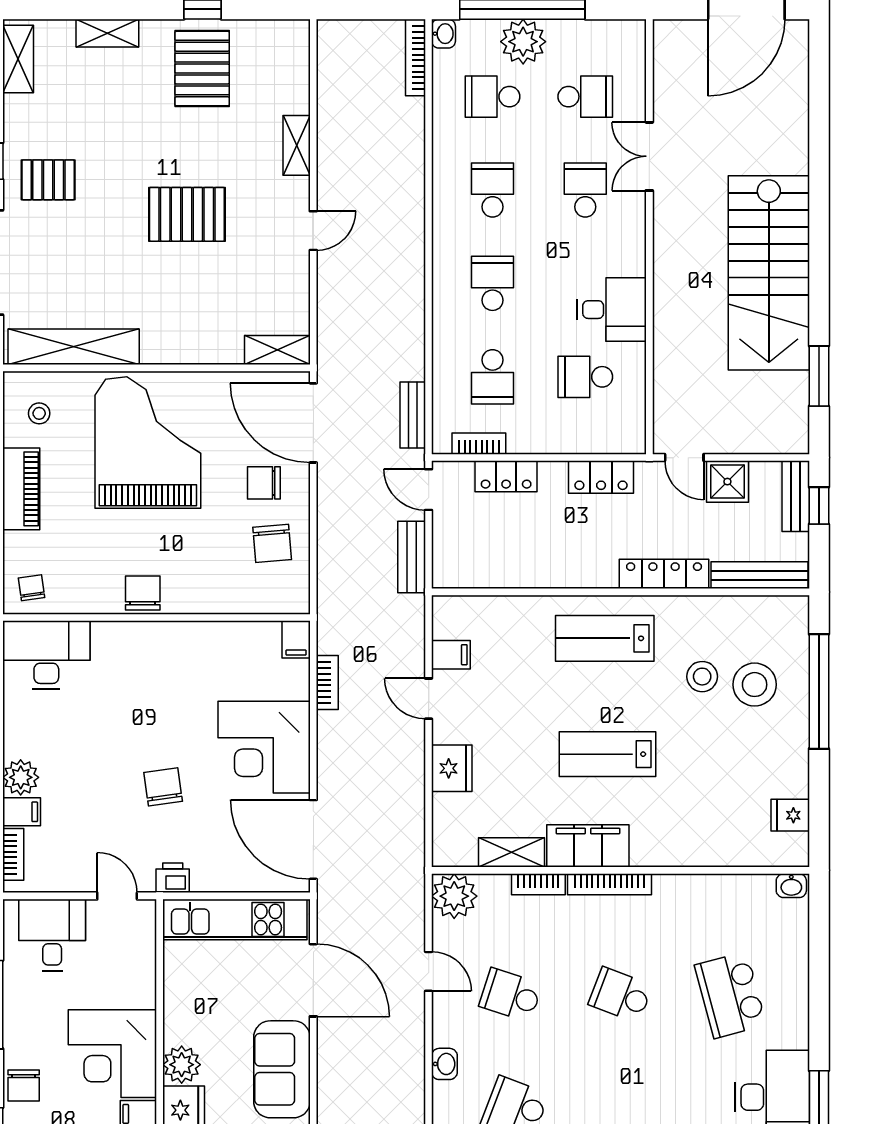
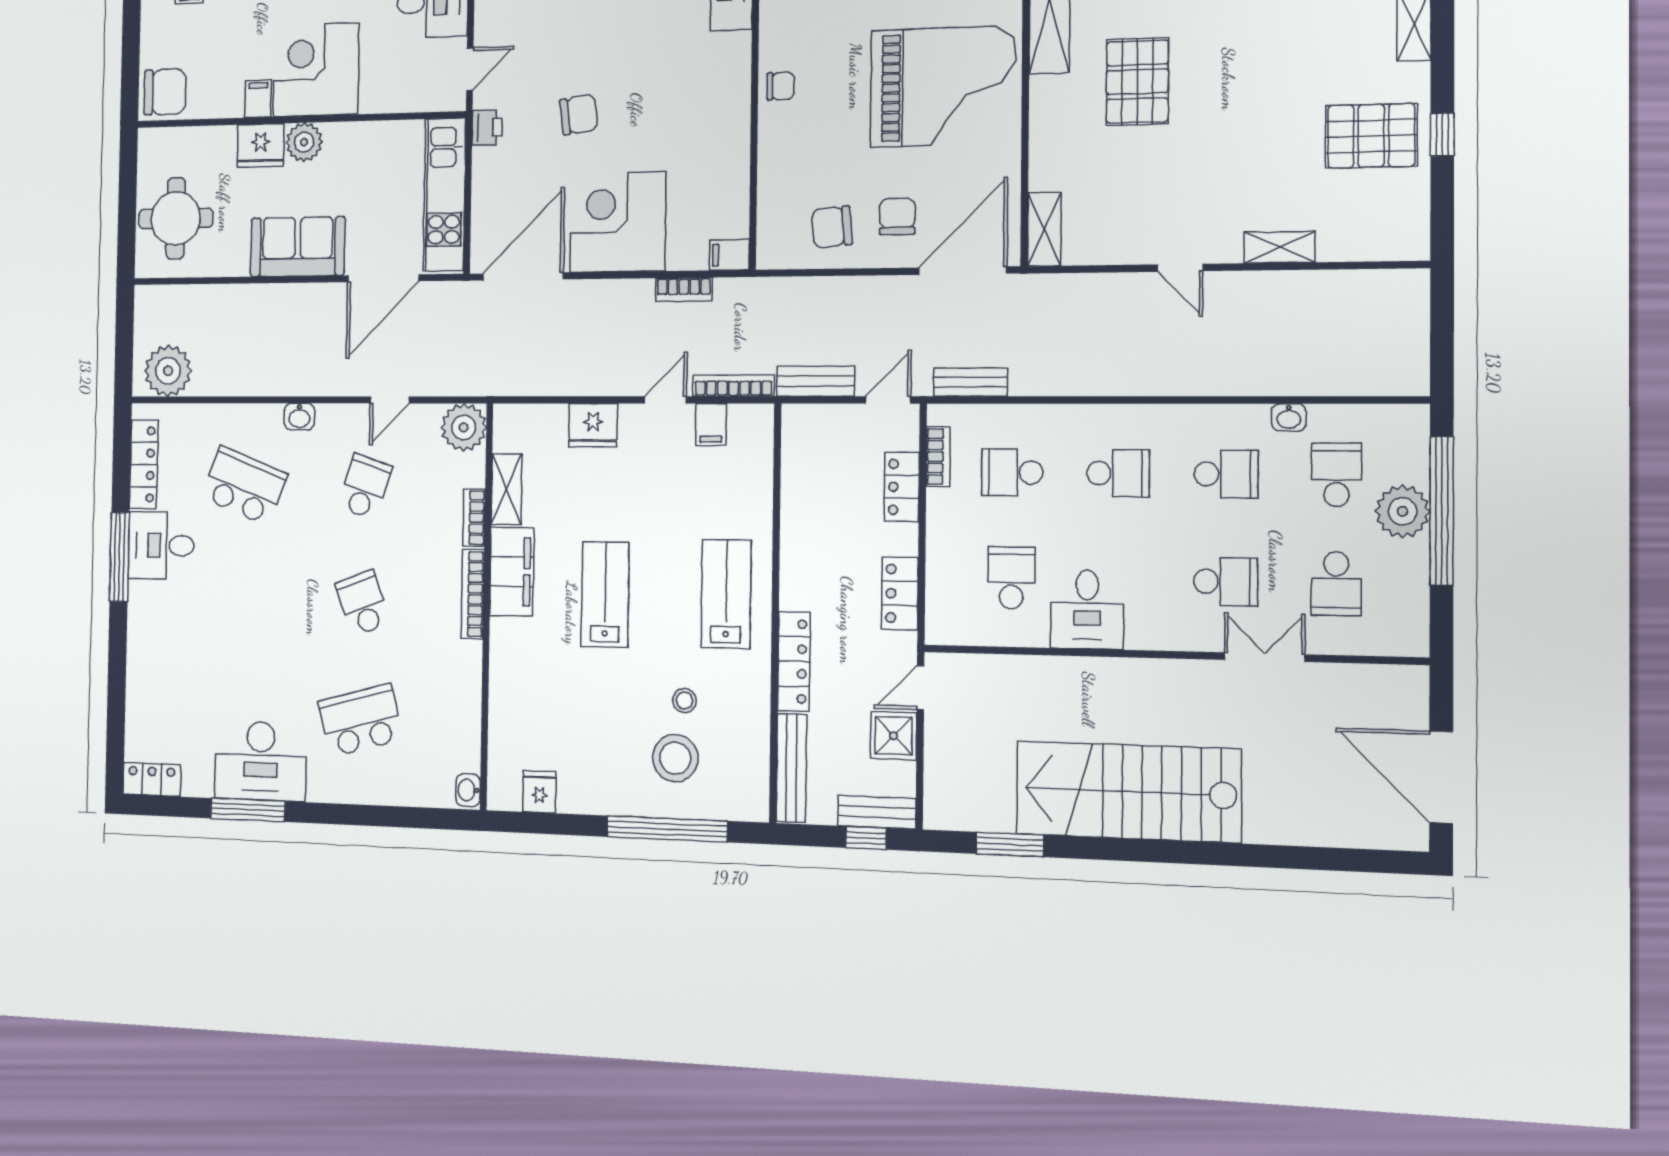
washbasin: (443, 34) -> (1289, 417), moved
bookcase: (415, 58) -> (733, 386), moved
pallet: (187, 214) -> (1137, 82), moved
chair: (143, 593) -> (780, 86), width x0.73, depth x0.73
stool: (702, 677) -> (684, 700), width x0.73, depth x0.73
school desk: (621, 995) -> (363, 603), turned -42

